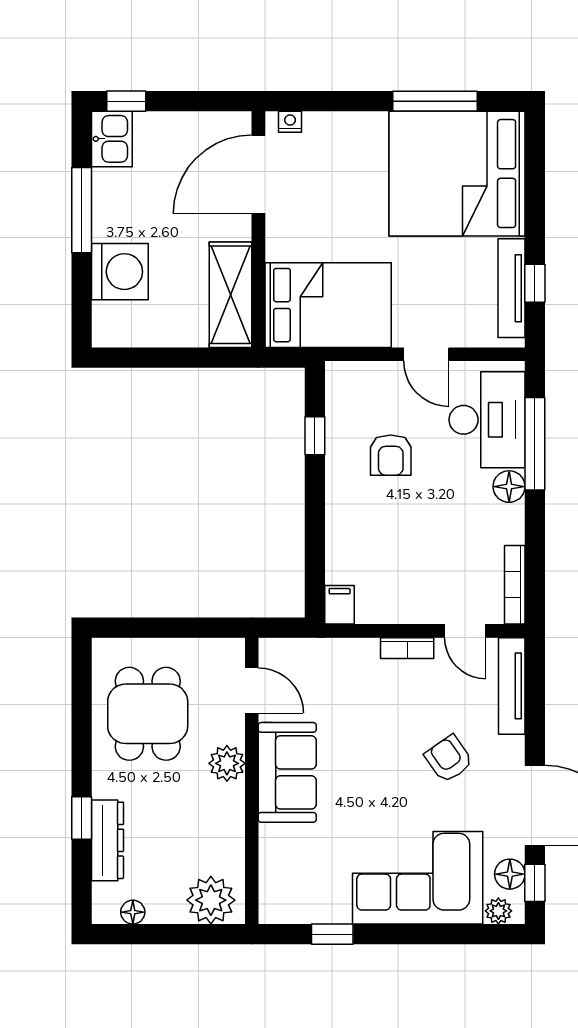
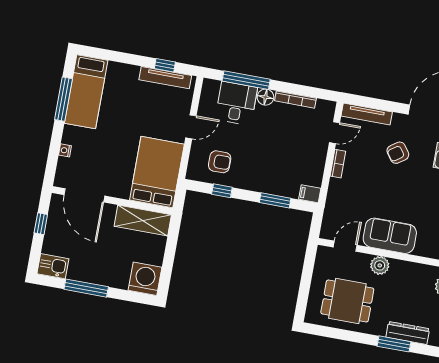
window: (126, 101) -> (41, 224), moved
nightstand: (290, 122) -> (65, 150), moved
bed: (457, 174) -> (86, 92), width x0.49
washing machine: (120, 272) -> (145, 279), moved
desk: (487, 420) -> (236, 103), width x0.73
armchair: (391, 455) -> (220, 162), moved
window: (315, 541) -> (275, 200), added
bookcase: (515, 585) -> (295, 100), moved
window: (82, 818) -> (394, 344), width x1.50

